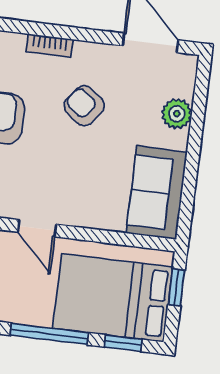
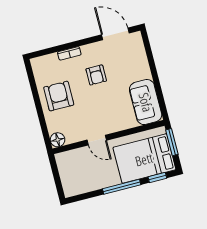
armchair: (84, 106) -> (96, 75), turned -127
plant: (177, 114) -> (140, 62), removed
window: (176, 287) -> (172, 142), width x1.50

